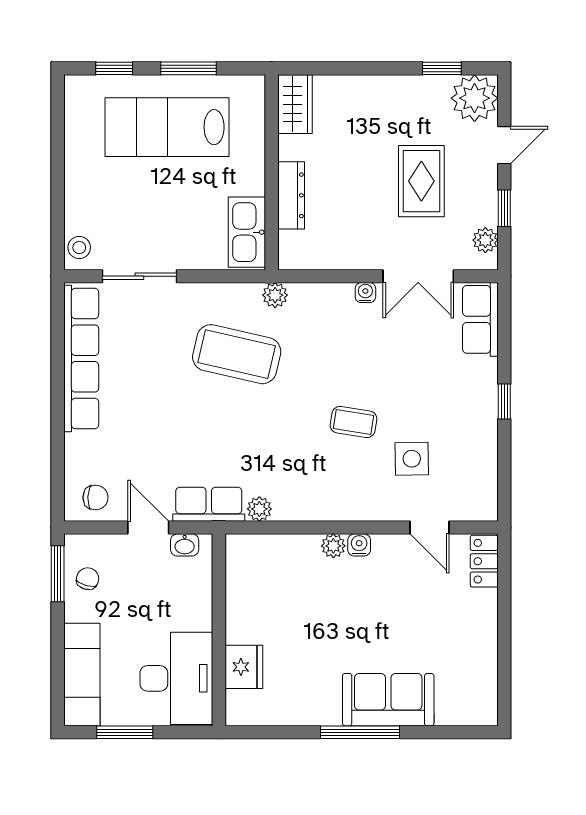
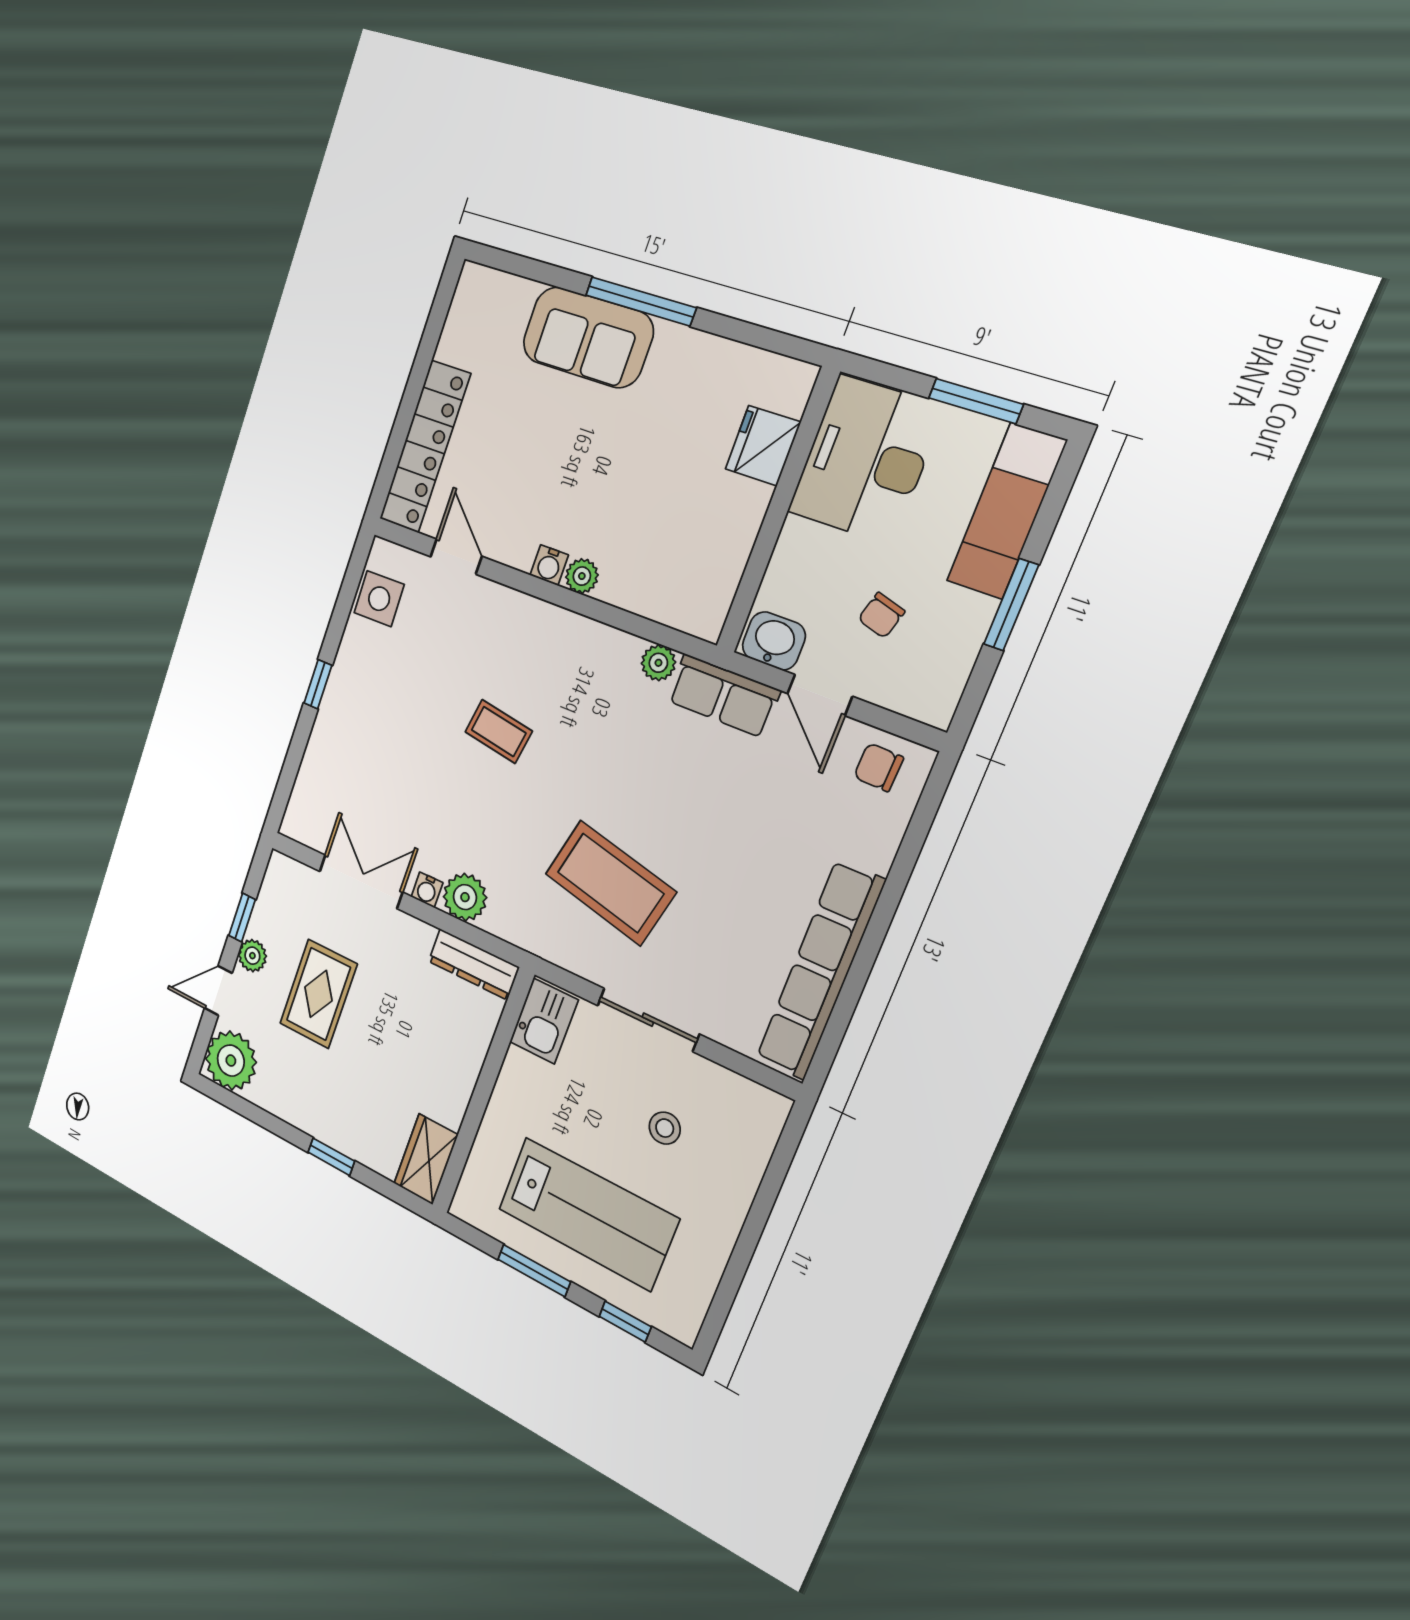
window: (442, 68) -> (331, 1157), moved
dresser: (291, 195) -> (473, 964), moved, turned -90
kitchen sink: (247, 232) -> (544, 1021), width x0.73
plant: (485, 240) -> (252, 956), moved
stool: (79, 247) -> (665, 1128), moved
sliding door: (139, 276) -> (648, 1020), moved
plant: (275, 295) -> (465, 897), moved, width x1.38, depth x1.38
row of seats: (480, 319) -> (311, 797), removed
side table: (412, 459) -> (379, 599), moved
washbasin: (185, 545) -> (774, 641), width x1.38, depth x1.45
locker: (484, 561) -> (425, 447), width x2.16, depth x1.21
window: (58, 574) -> (1011, 605), moved
chair: (88, 579) -> (881, 615), moved

